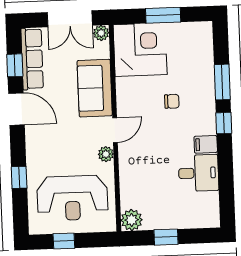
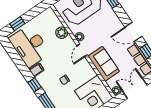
desk: (198, 173) -> (30, 46), width x1.87, depth x1.30
plant: (132, 220) -> (62, 33), moved
window: (166, 237) -> (17, 24), moved

